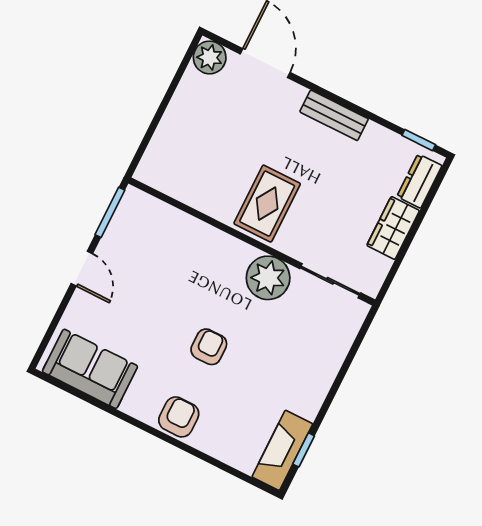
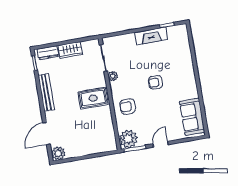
bench: (334, 115) -> (46, 93), width x1.36
plant: (138, 213) -> (128, 139), added
plant: (268, 278) -> (113, 76), width x0.53, depth x0.53
armchair: (179, 417) -> (128, 107), moved
fireplace: (282, 450) -> (151, 36), moved

